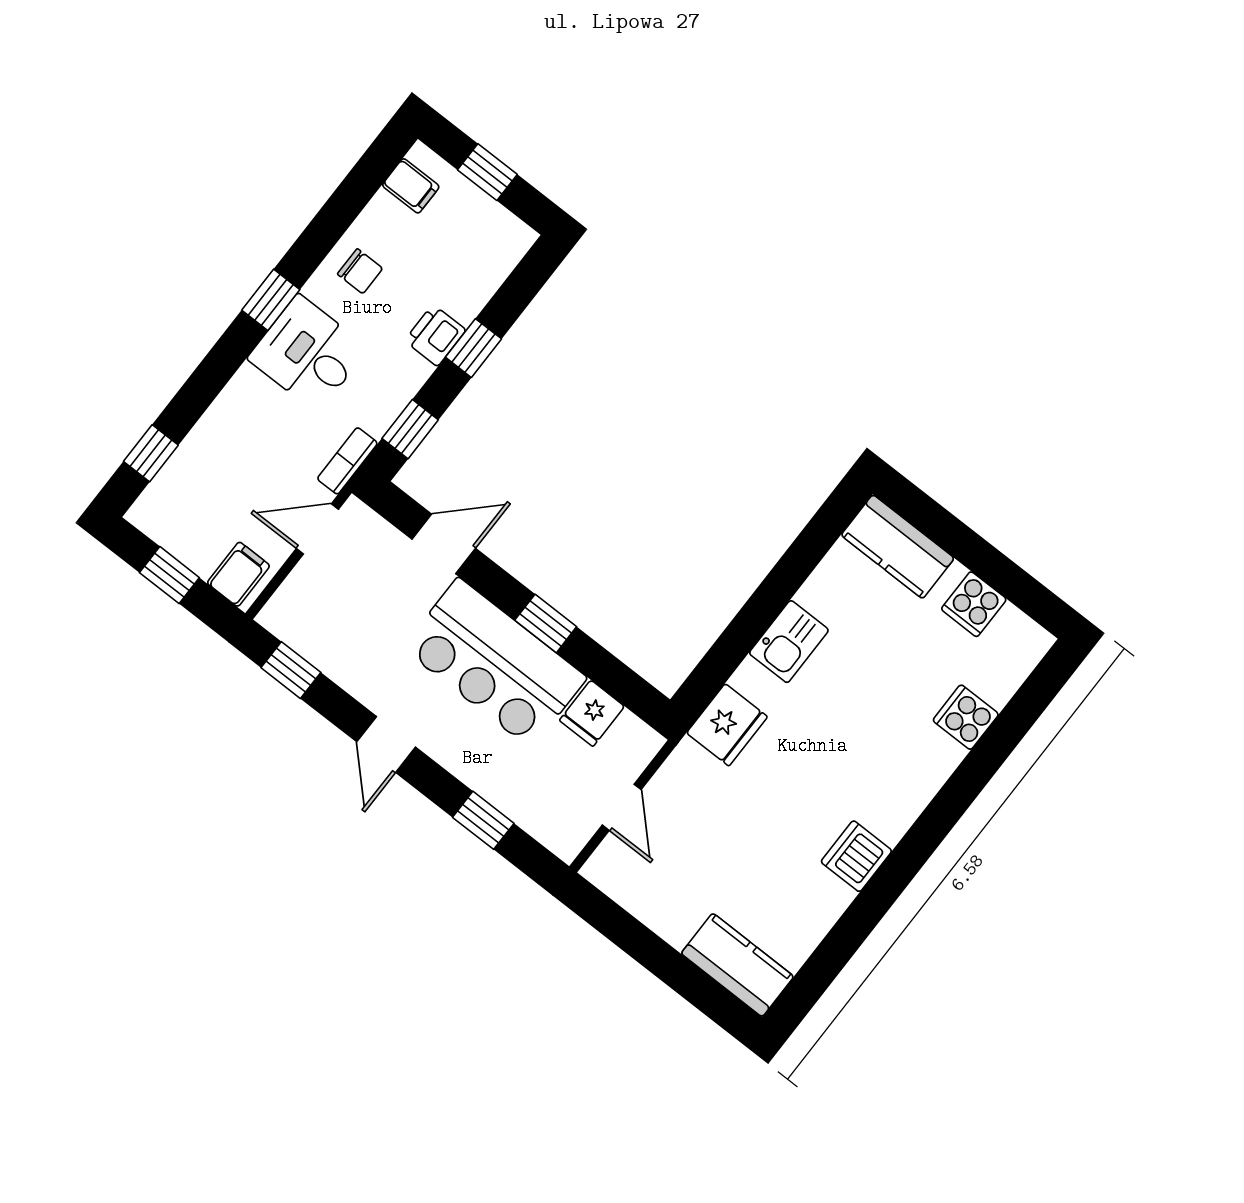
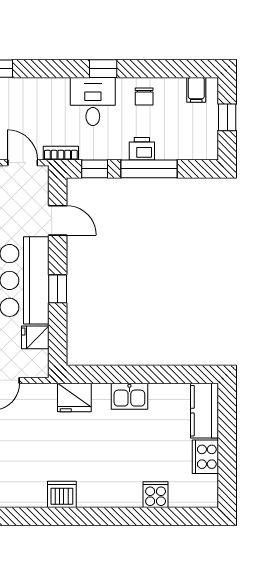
window: (473, 348) -> (149, 169), width x2.17
cooker: (974, 604) -> (205, 457), width x1.36

